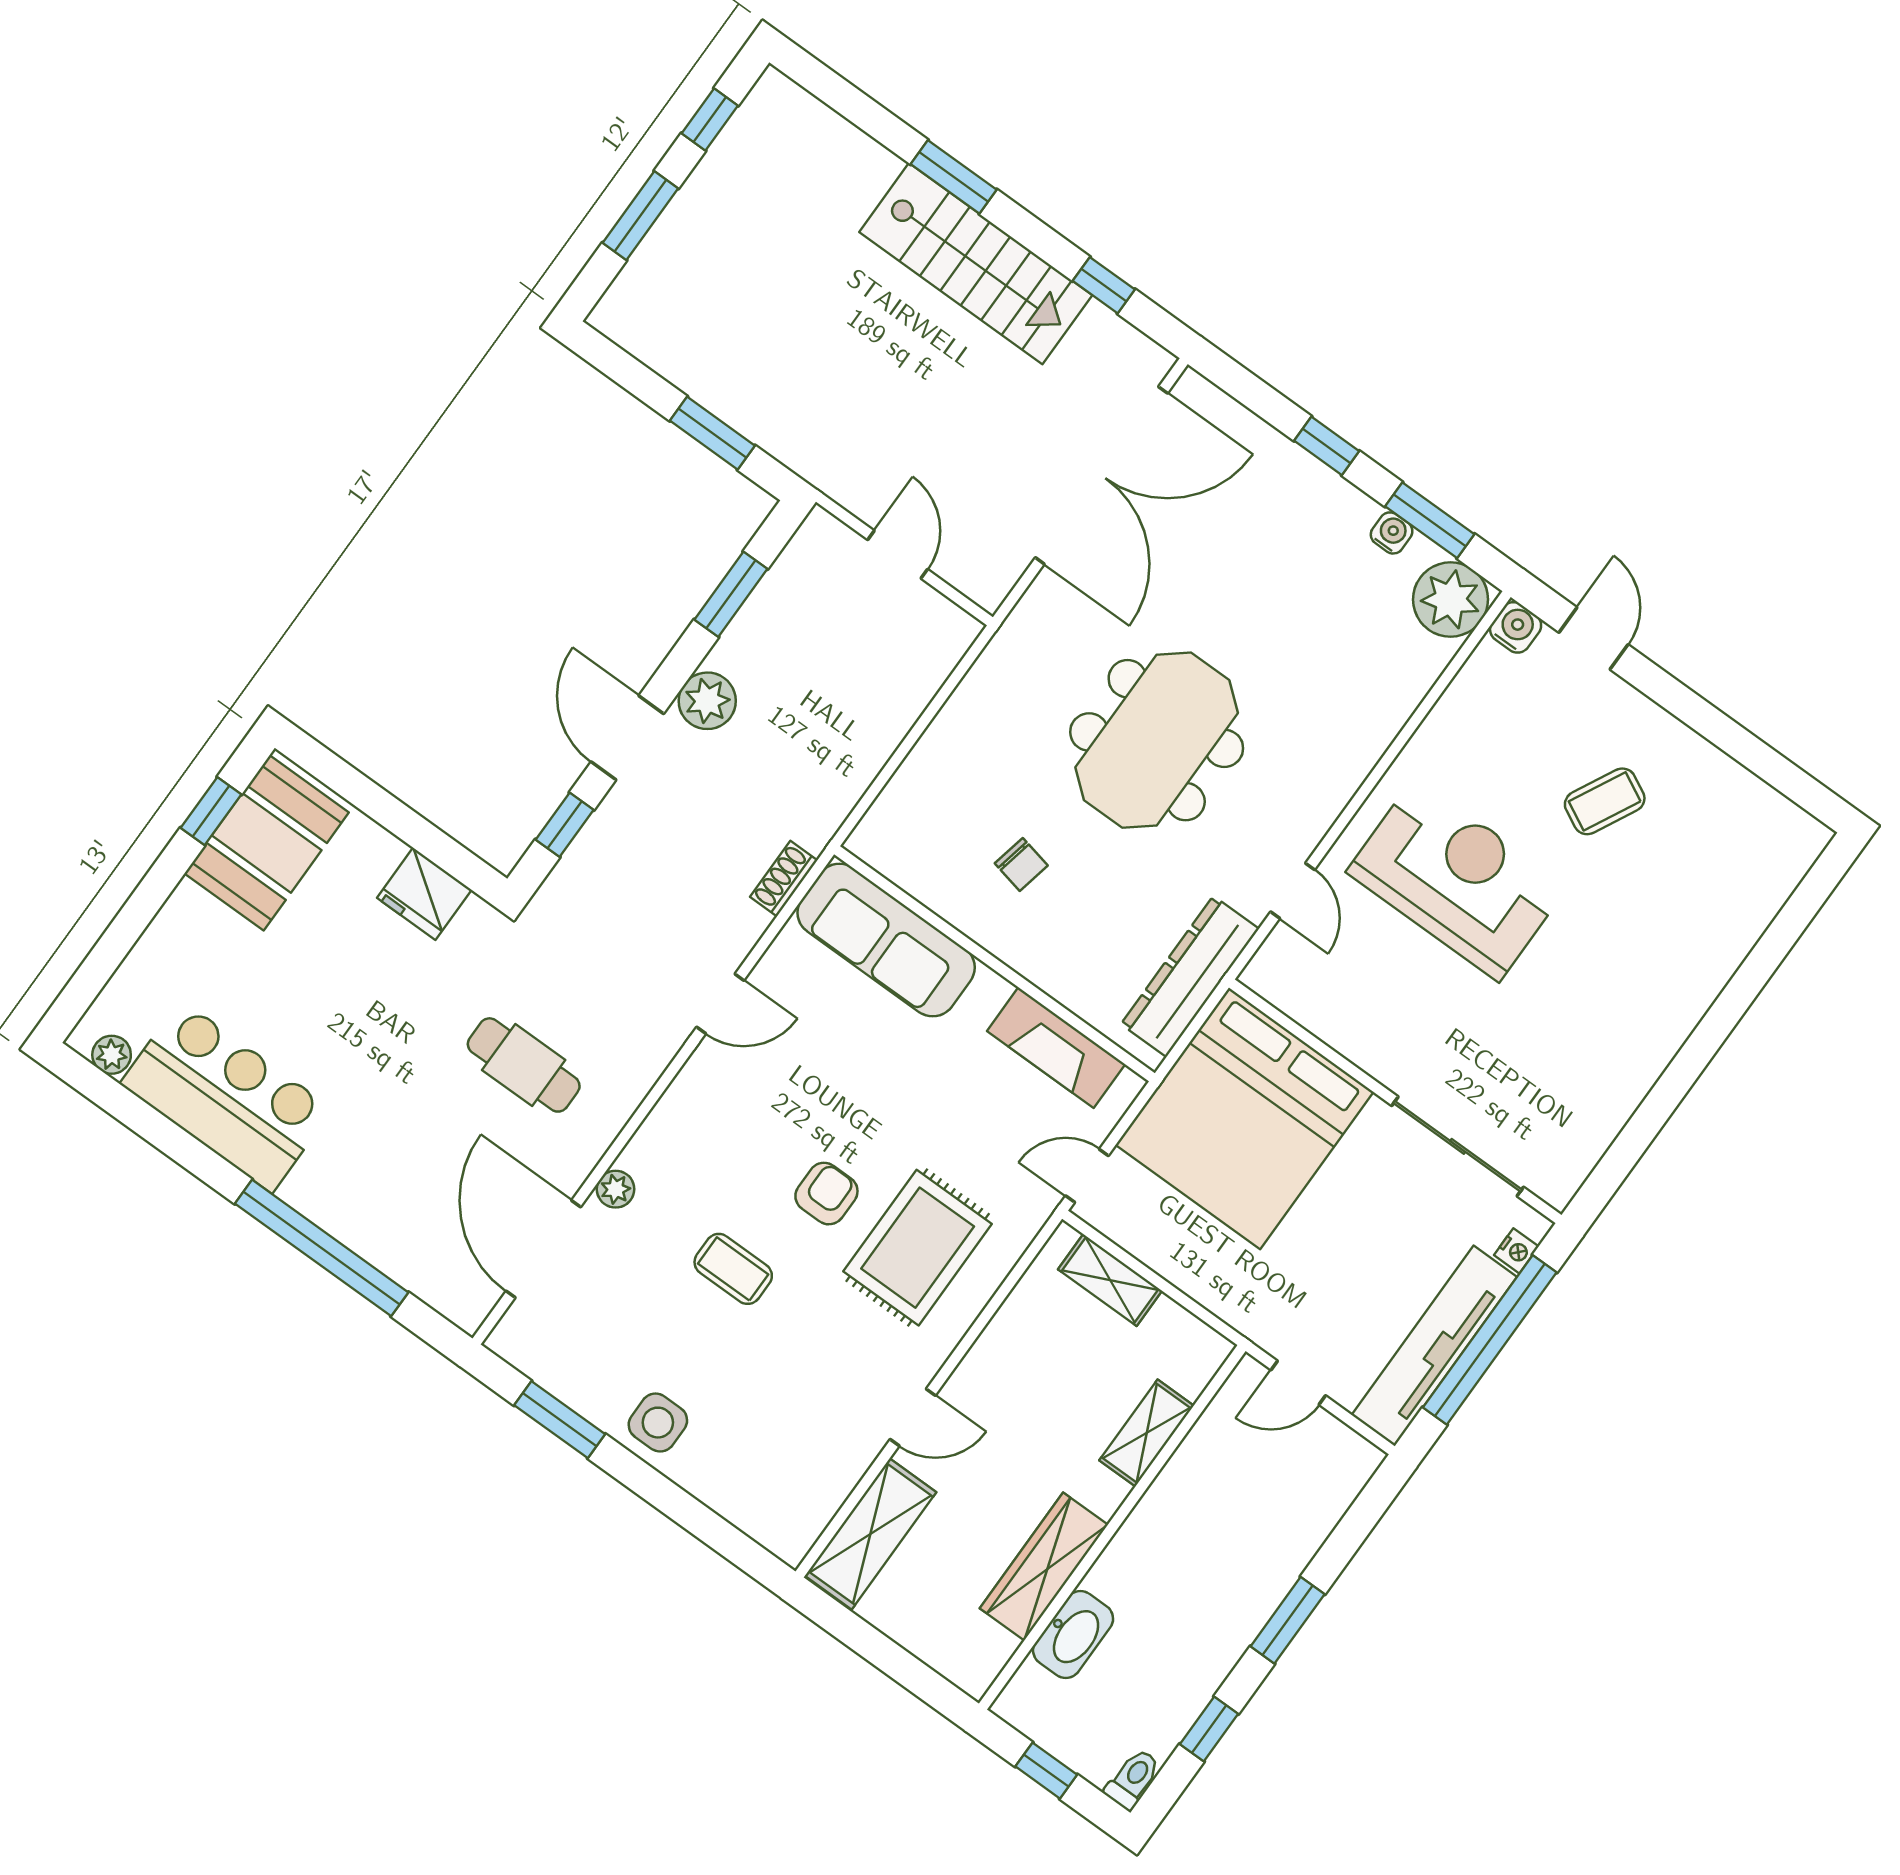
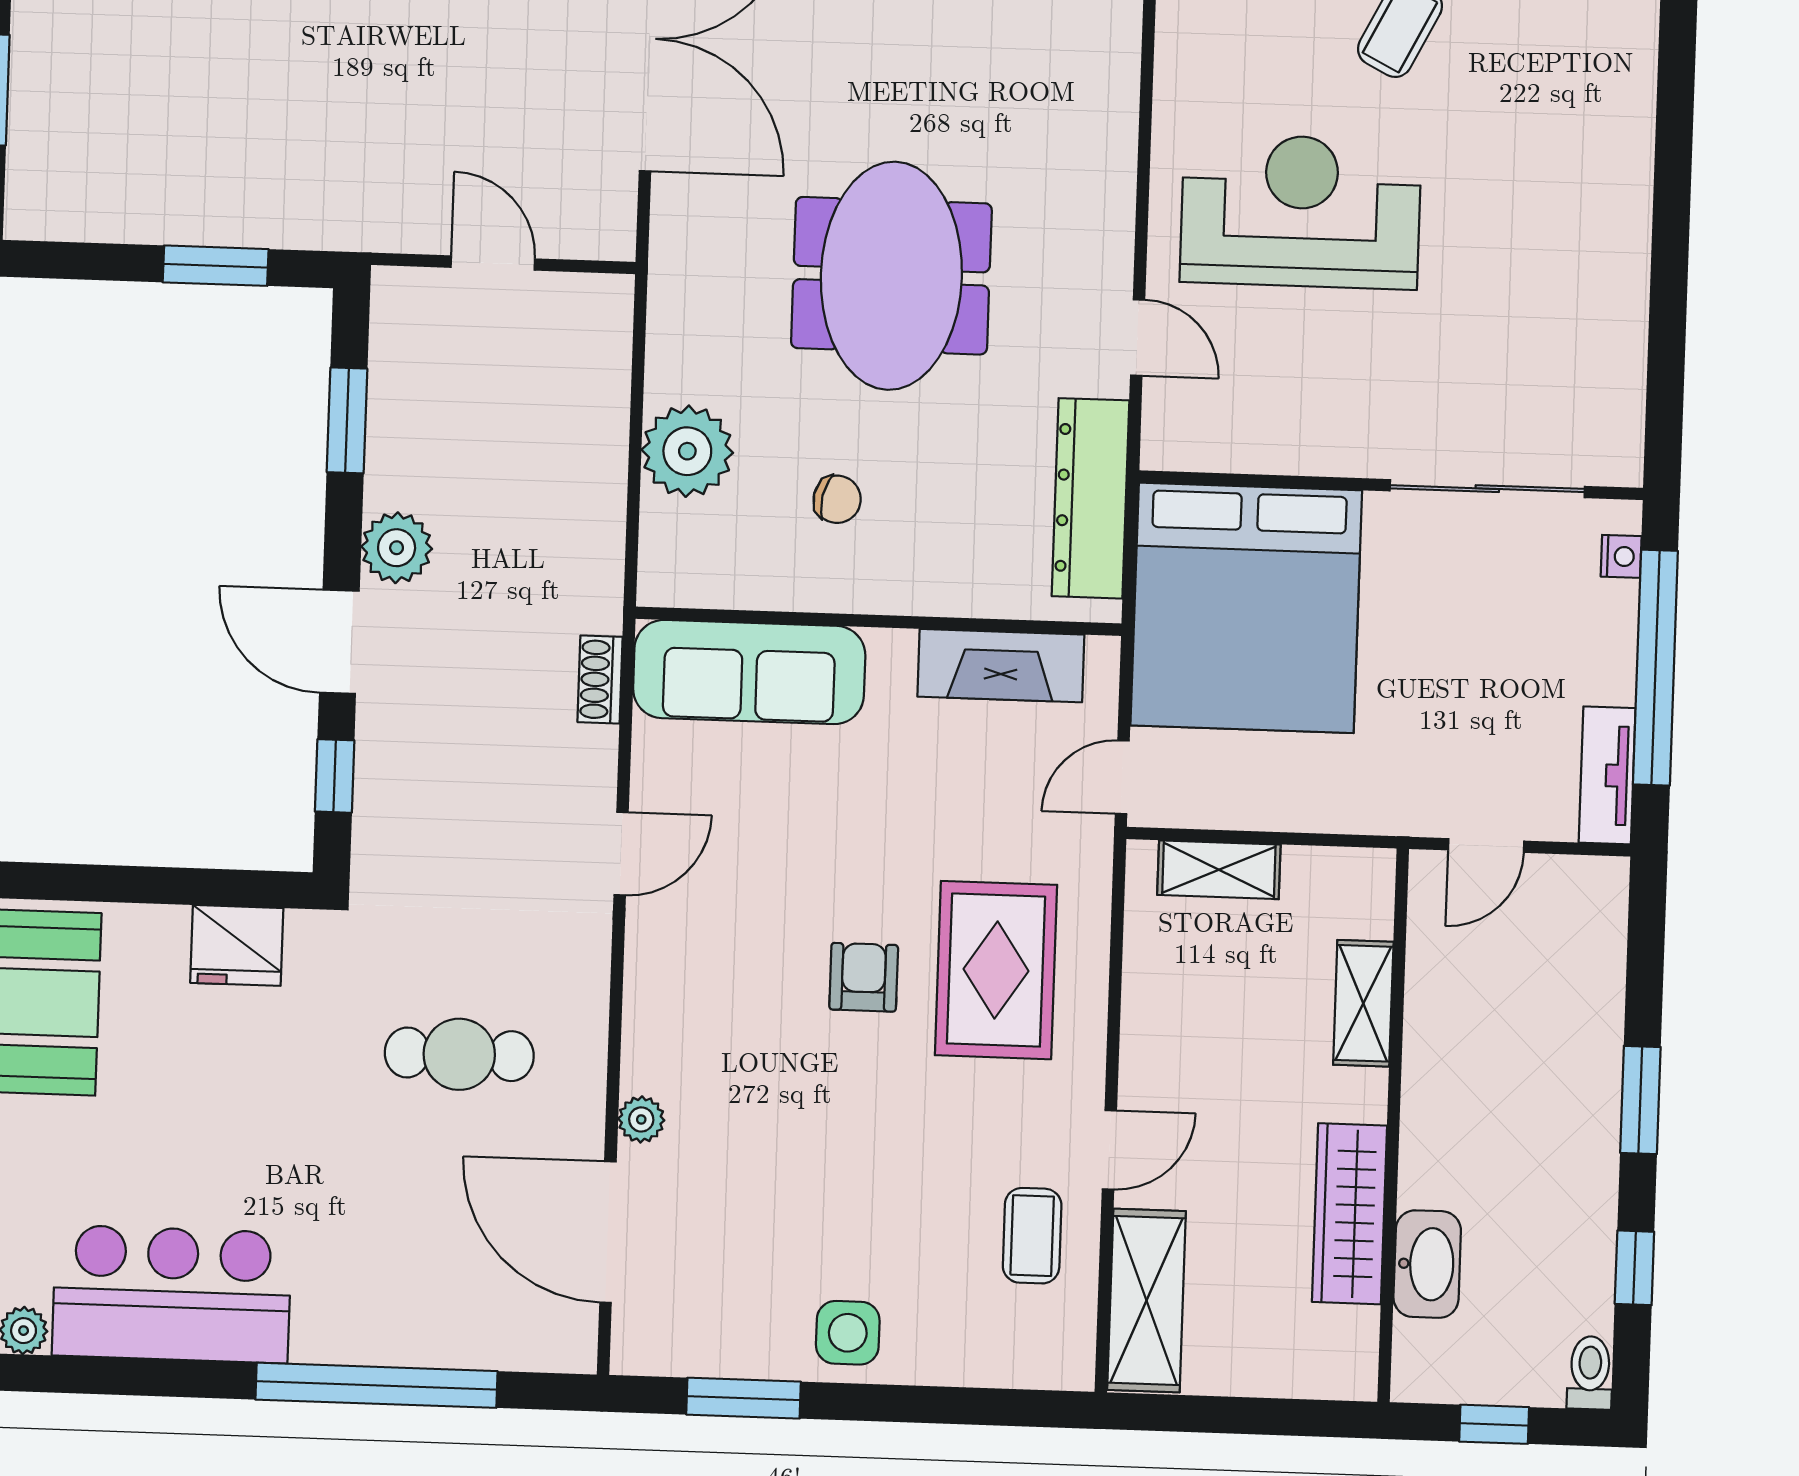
plant: (943, 766) -> (687, 451), added
coffee table: (733, 1269) -> (1032, 1236), moved, turned 90
tv unit: (1434, 1346) -> (1607, 775), width x0.52, depth x0.78

